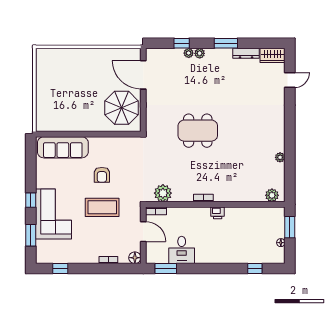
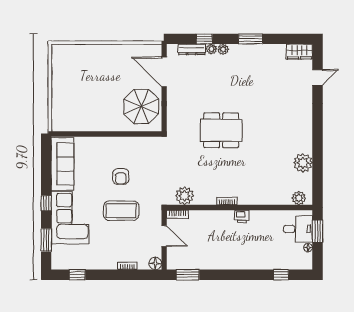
dresser: (246, 53) -> (192, 49), moved
sofa: (63, 147) -> (63, 164), moved, turned -90
plant: (280, 157) -> (303, 163), width x1.88, depth x1.88
desk: (182, 250) -> (298, 229), moved, turned -90

